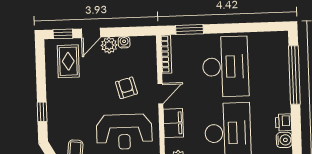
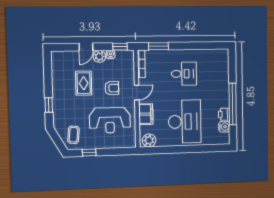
window: (63, 34) -> (120, 47), moved
rug: (68, 61) -> (84, 83), moved
desk: (226, 67) -> (184, 74), width x0.53, depth x0.77
window: (294, 75) -> (233, 104), moved
armchair: (126, 88) -> (112, 88), turned 105

